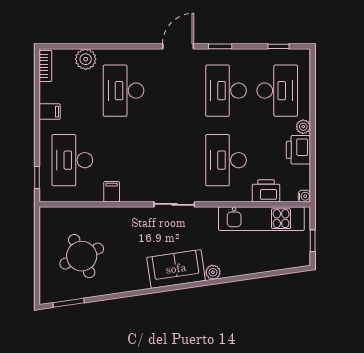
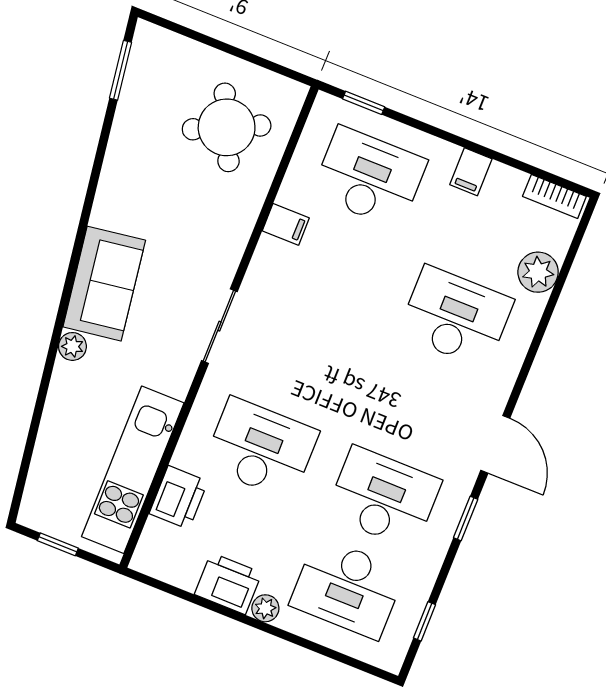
water cooler: (304, 196) -> (142, 561), removed
round table: (82, 256) -> (227, 127), moved

